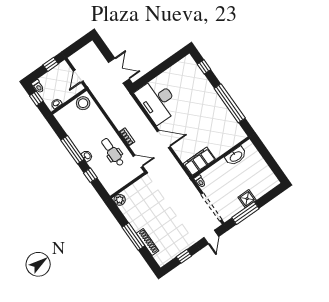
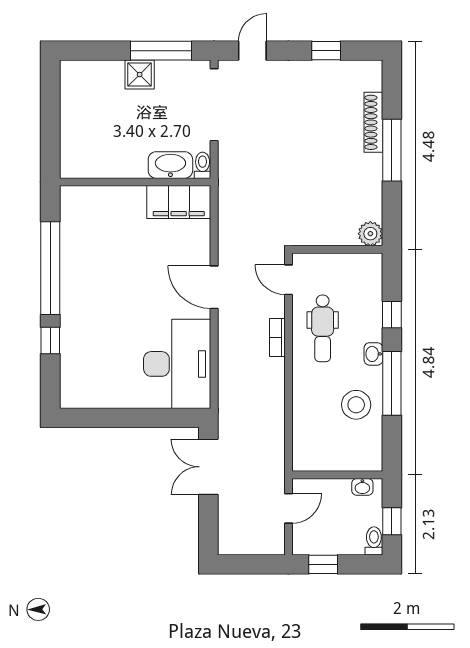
window: (204, 67) -> (50, 341), moved
stool: (83, 103) -> (356, 405), moved
washbasin: (236, 156) -> (170, 165), moved

